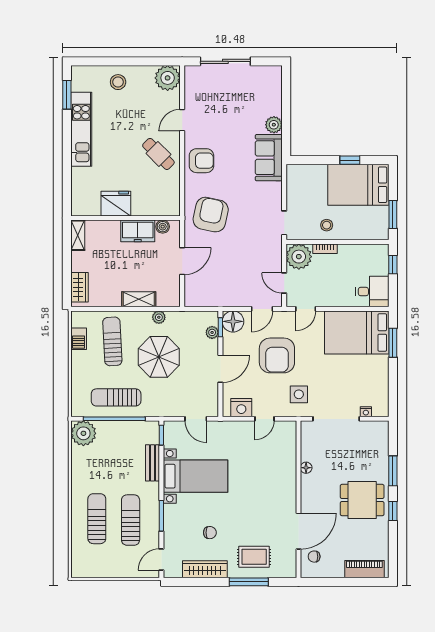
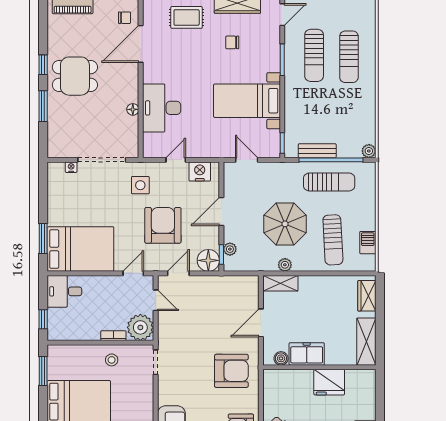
armchair: (211, 215) -> (231, 371), turned -102
shelving: (78, 235) -> (366, 342), width x1.50, depth x1.33
shelving: (139, 299) -> (280, 283), moved
plant: (83, 433) -> (369, 151), width x0.53, depth x0.53
bench: (153, 463) -> (317, 151), moved, turned 90
desk: (278, 469) -> (162, 108), added

